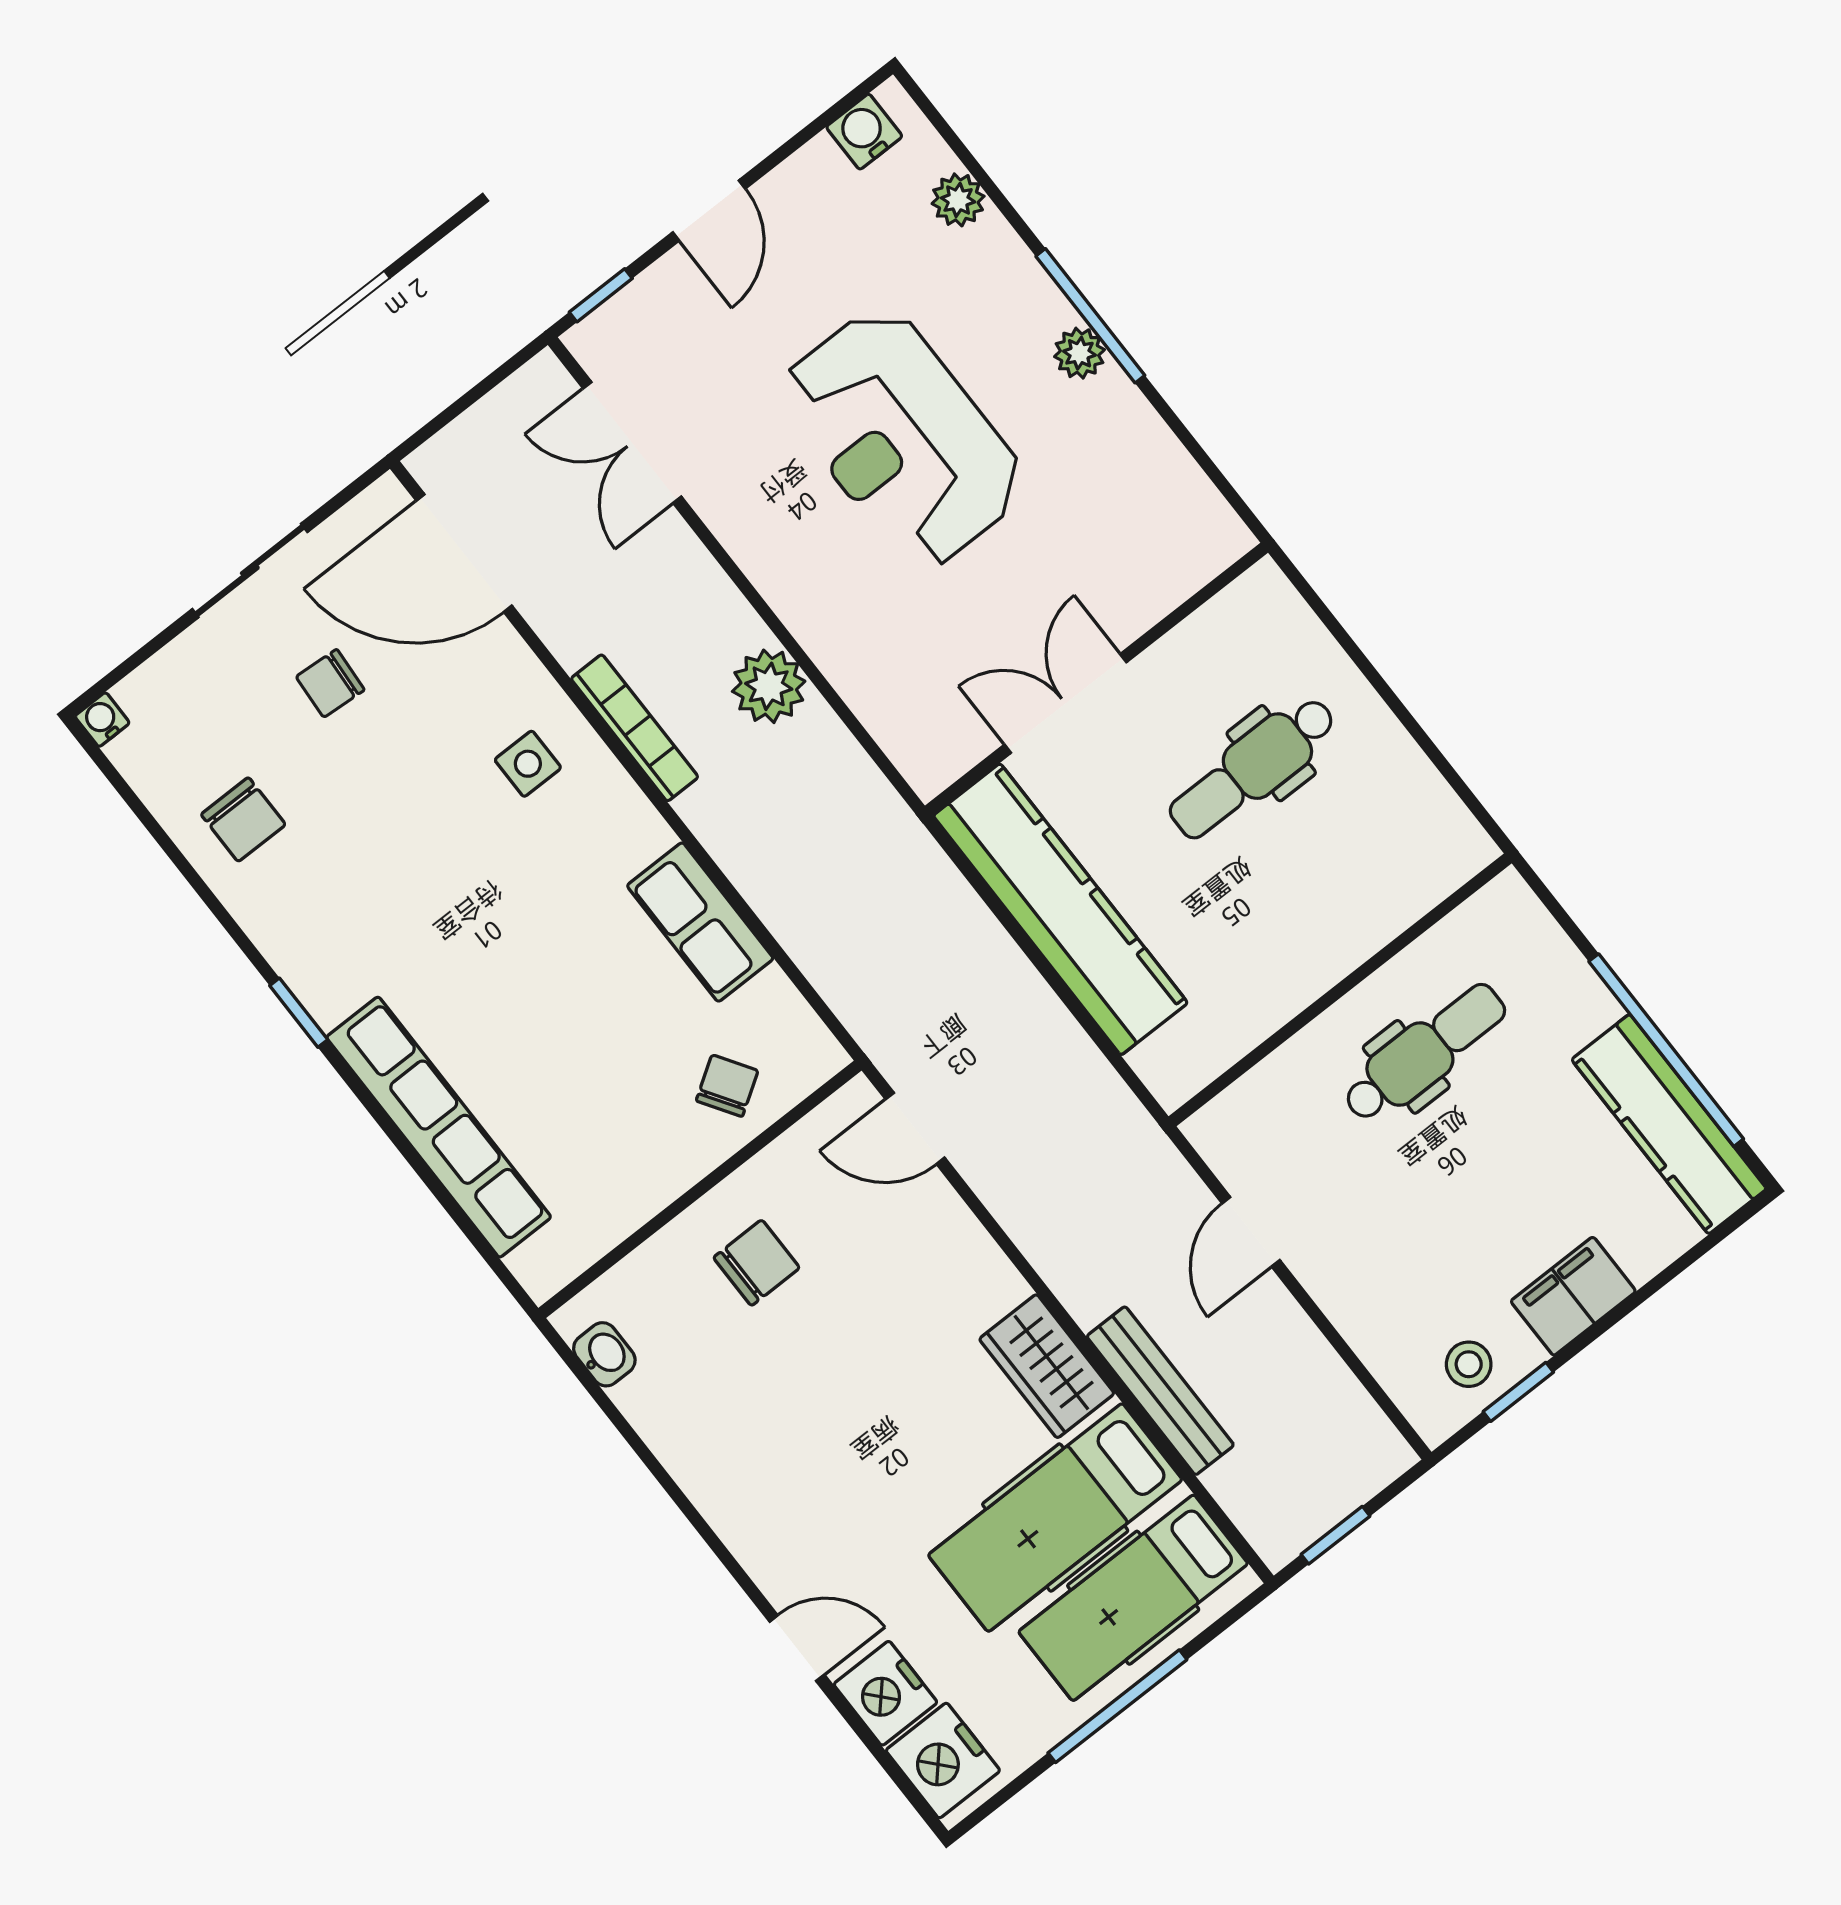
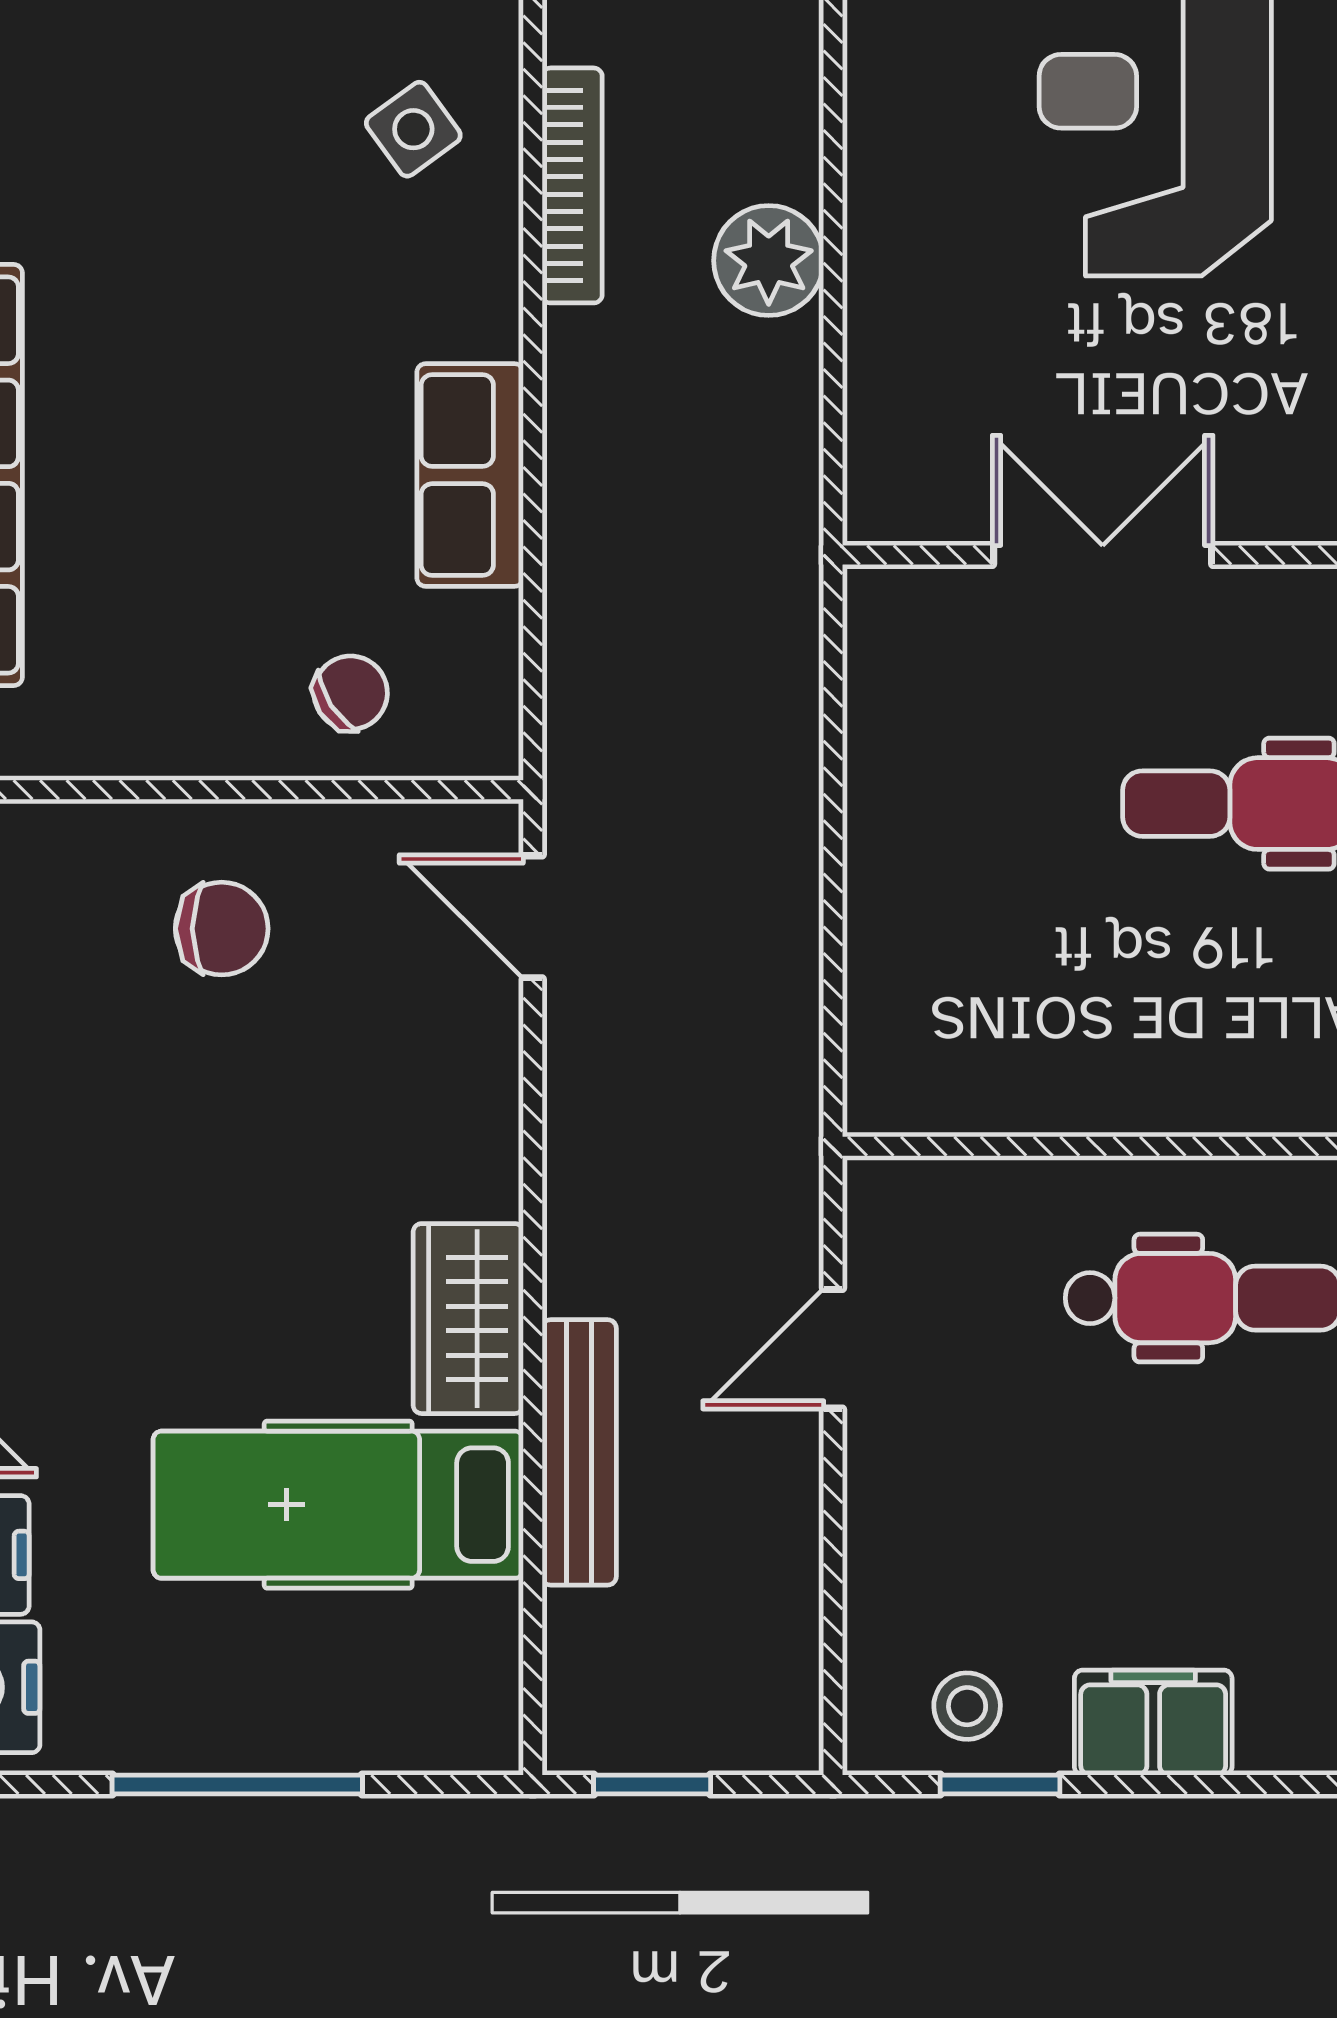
side table: (528, 764) -> (413, 129), turned -36
kitchen counter: (1060, 909) -> (906, 793), removed
hospital bed: (1133, 1598) -> (356, 1671), removed

